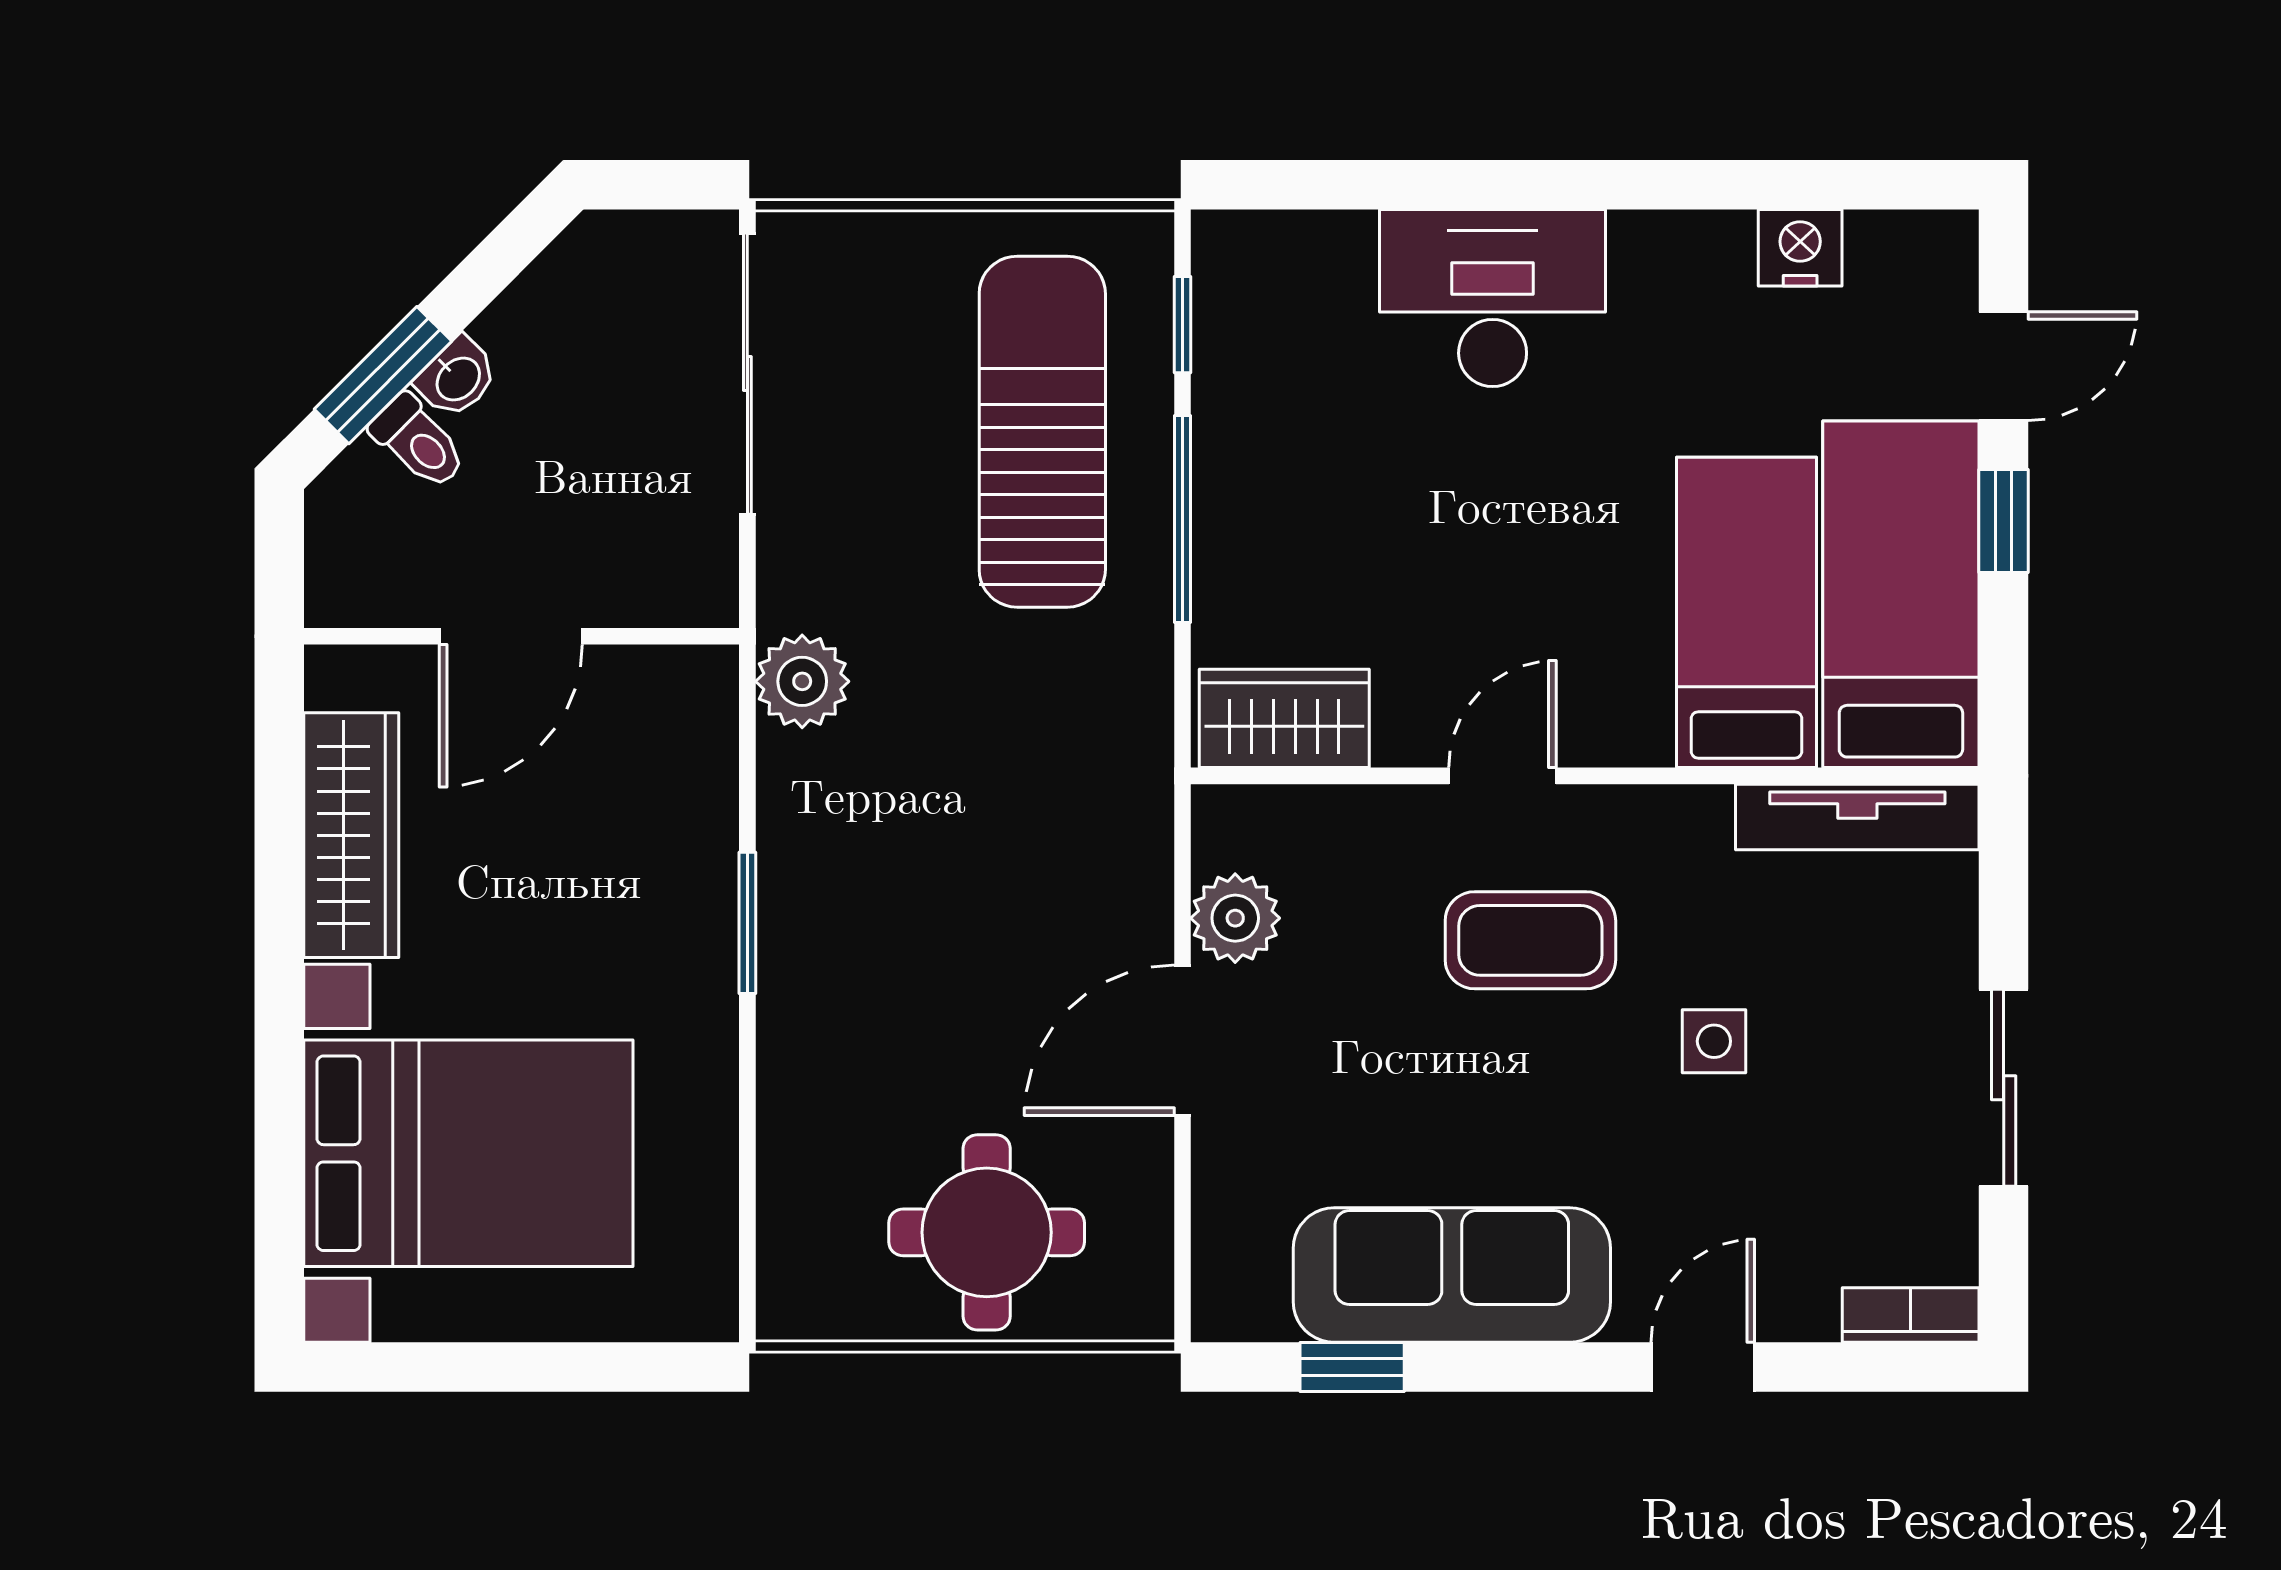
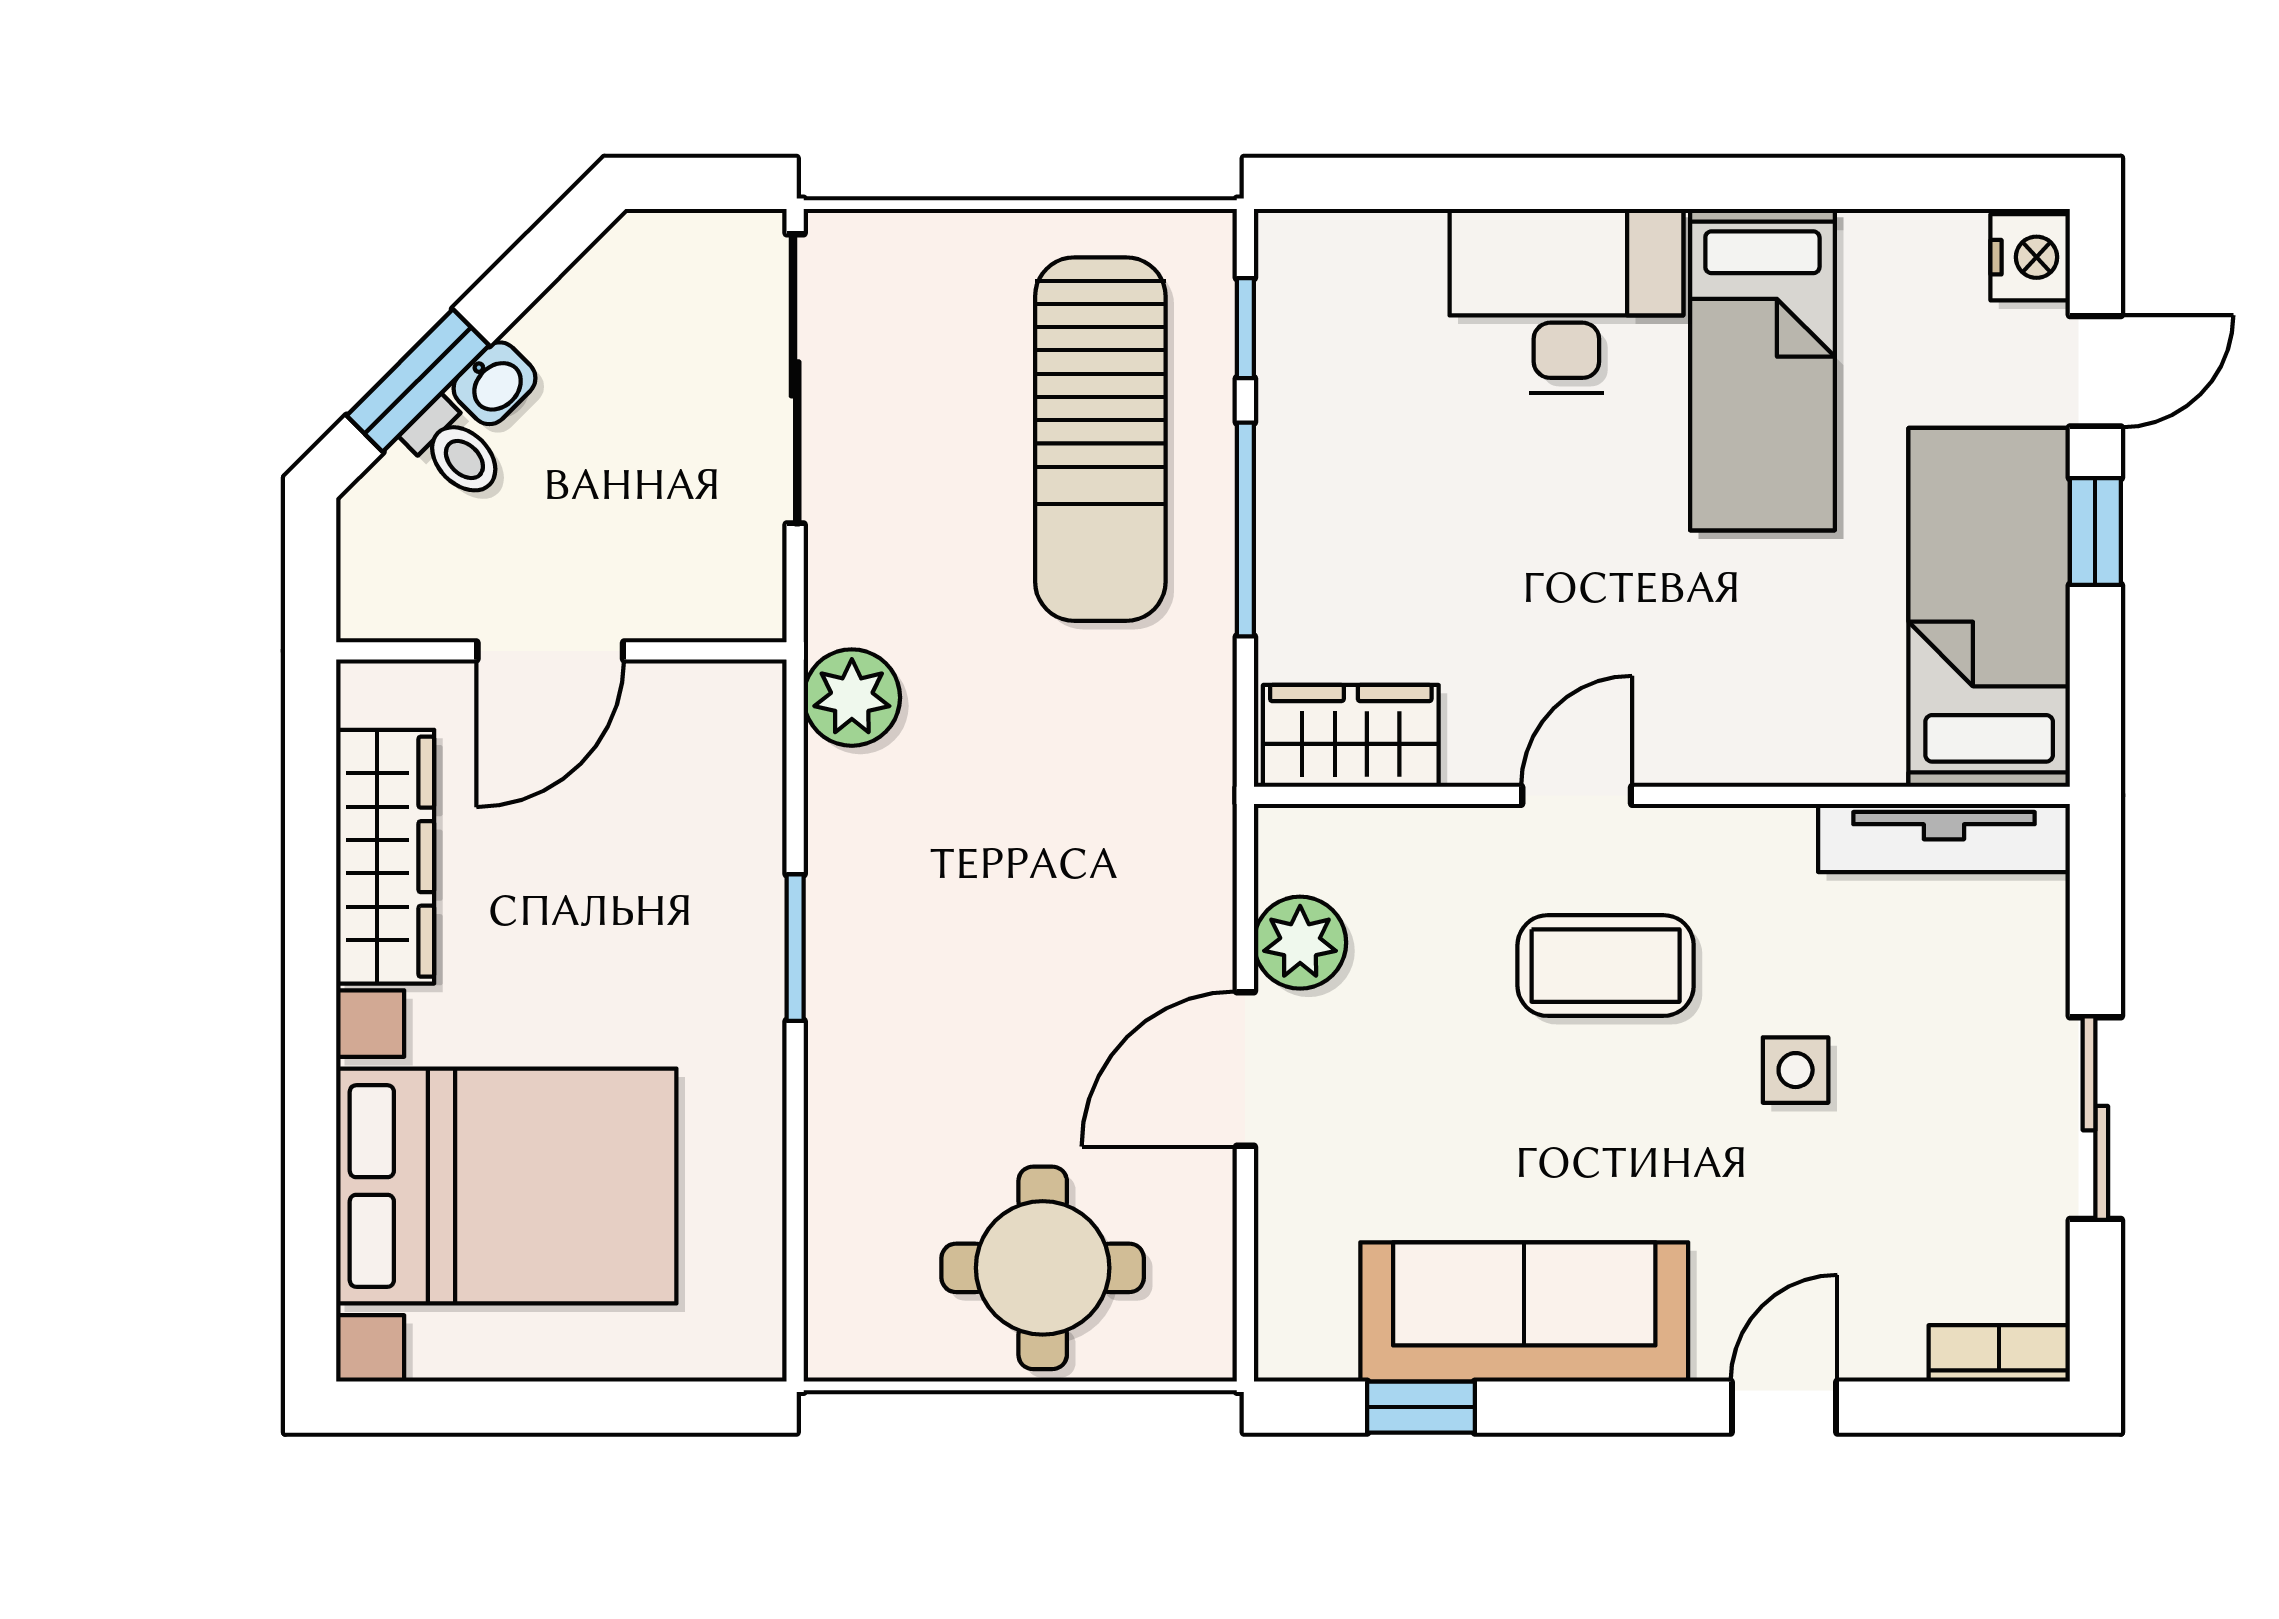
nightstand: (1800, 248) -> (2030, 257), moved, turned 90
sun lounger: (1042, 432) -> (1100, 439), turned 180
bed: (1747, 612) -> (1762, 370), moved, turned 180

